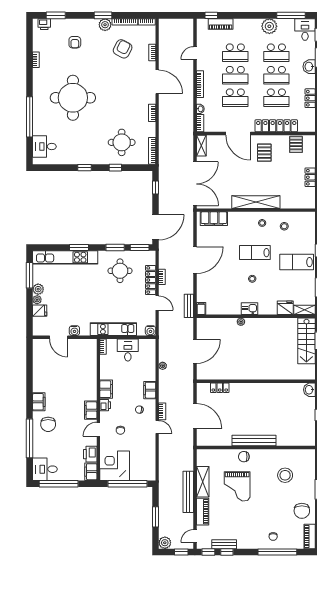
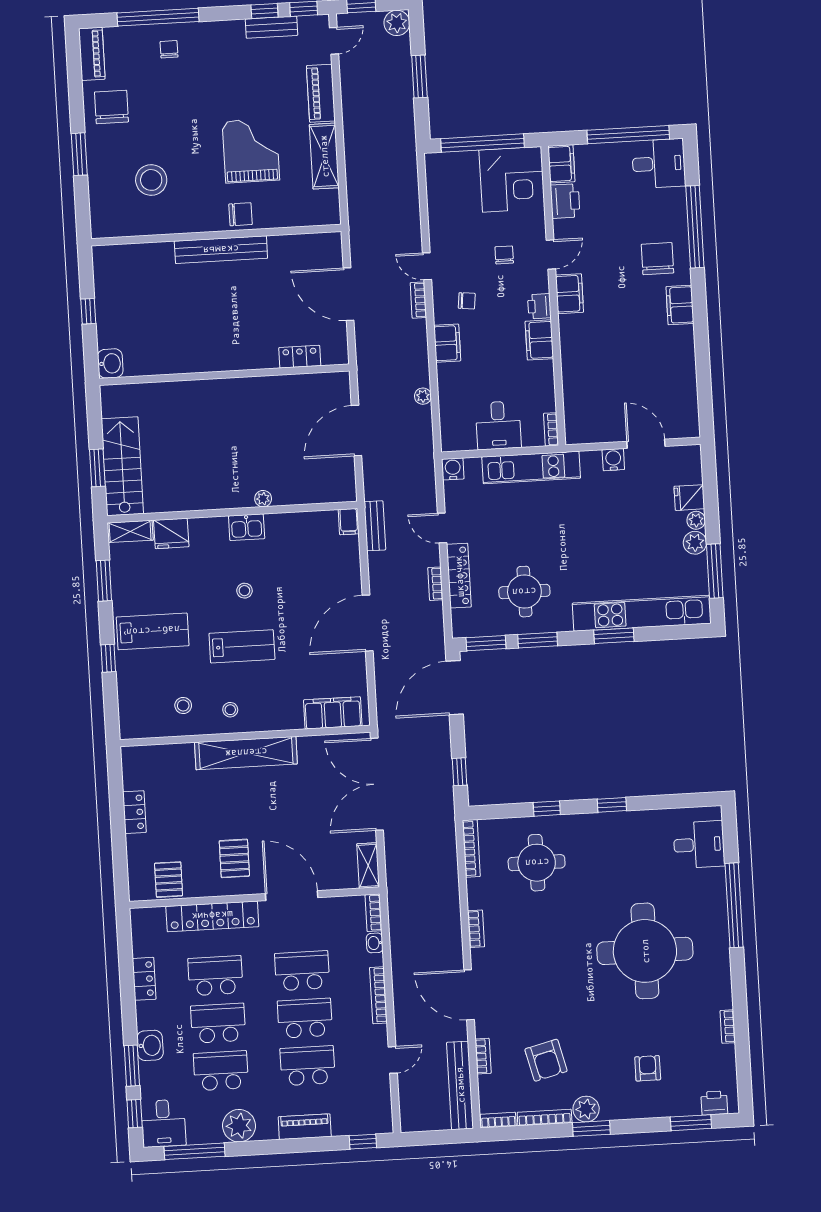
piano: (221, 24) -> (305, 1127), moved
armchair: (123, 49) -> (546, 1060), turned -41
bench: (188, 492) -> (460, 1085), moved

